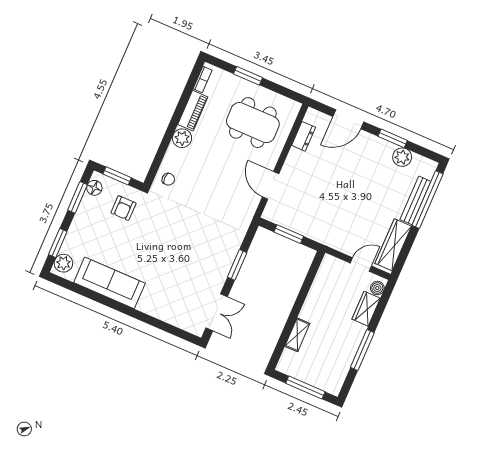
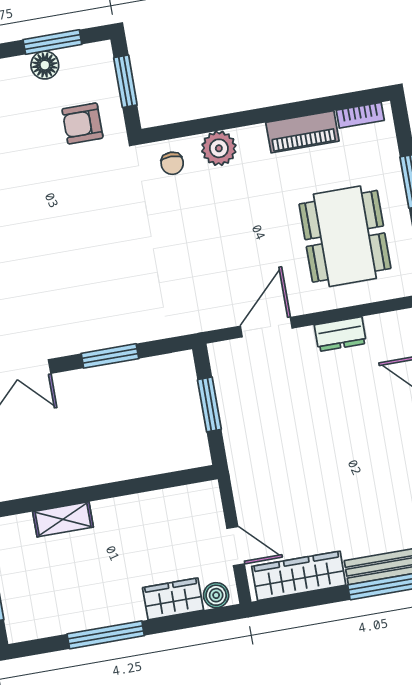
dresser: (304, 136) -> (340, 334), moved
plant: (182, 138) -> (219, 148), moved
floor lamp: (94, 188) -> (45, 65), moved

